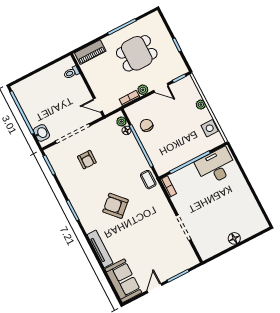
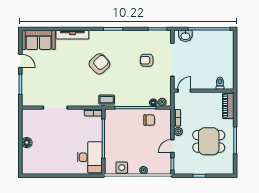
dining table: (137, 53) -> (209, 141), turned 90

